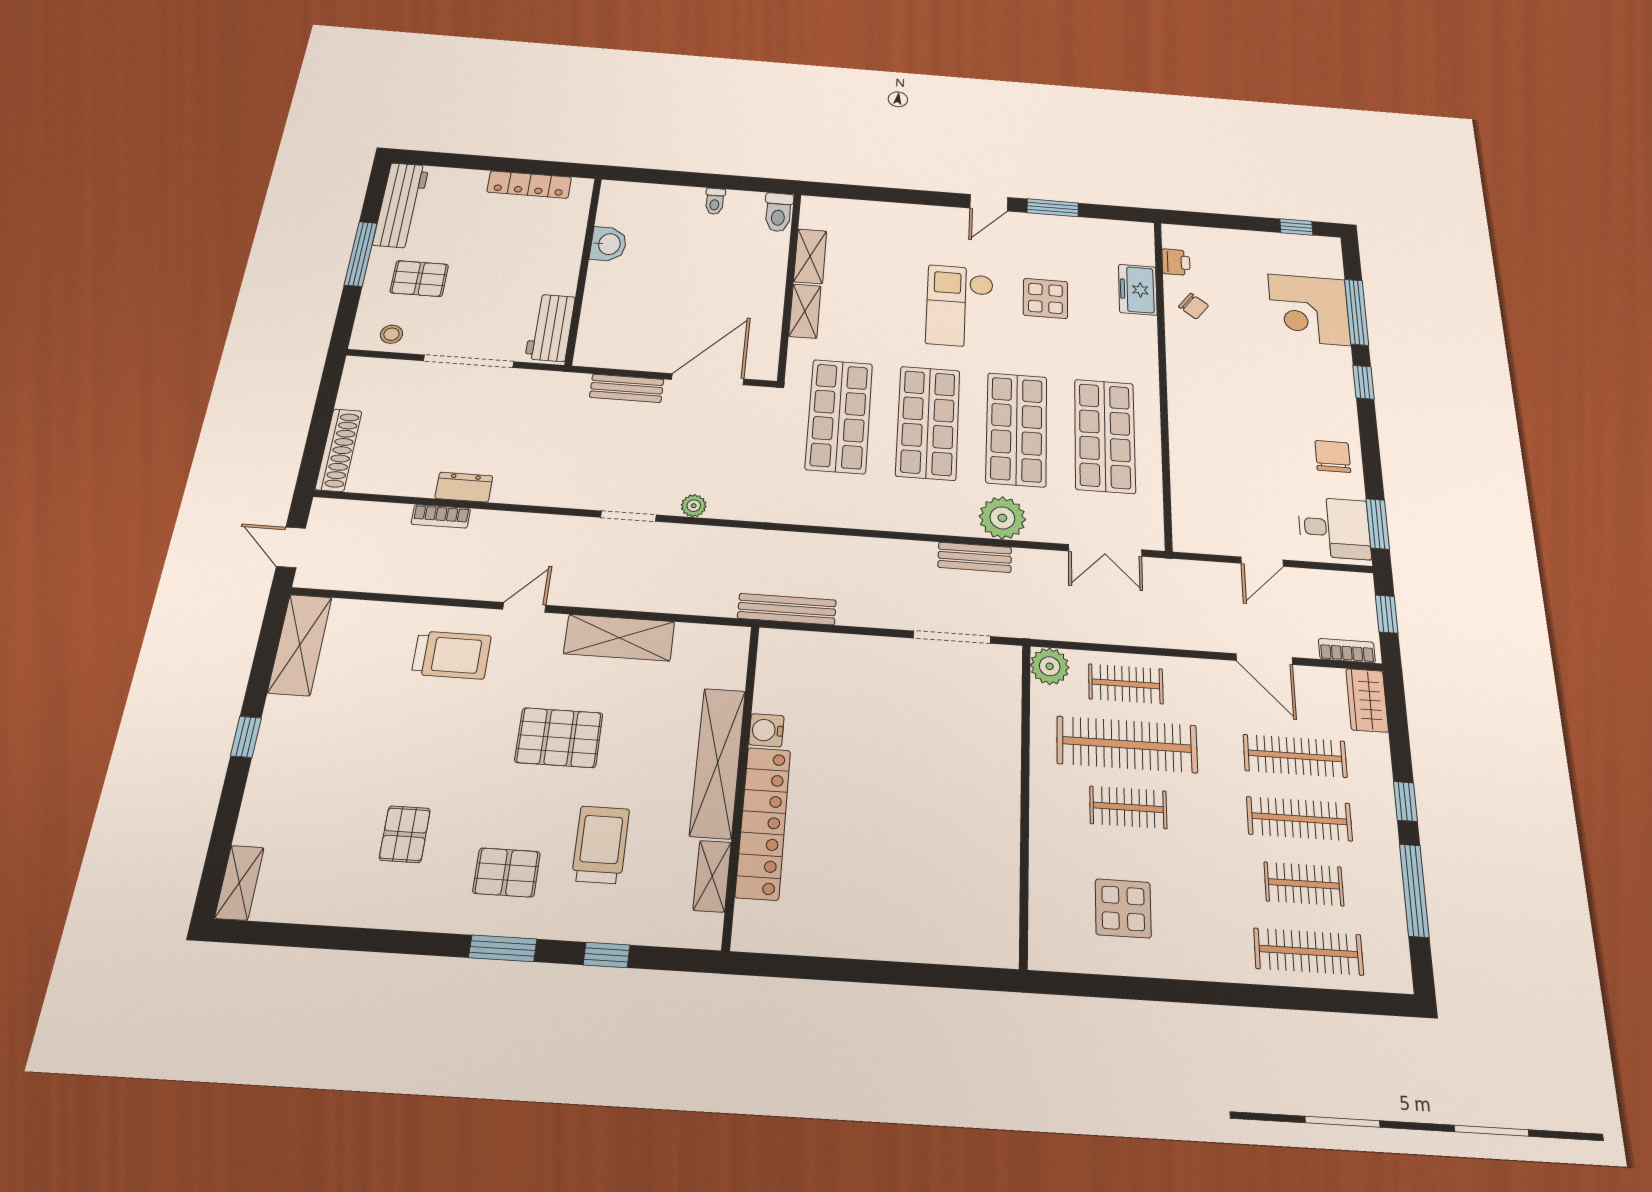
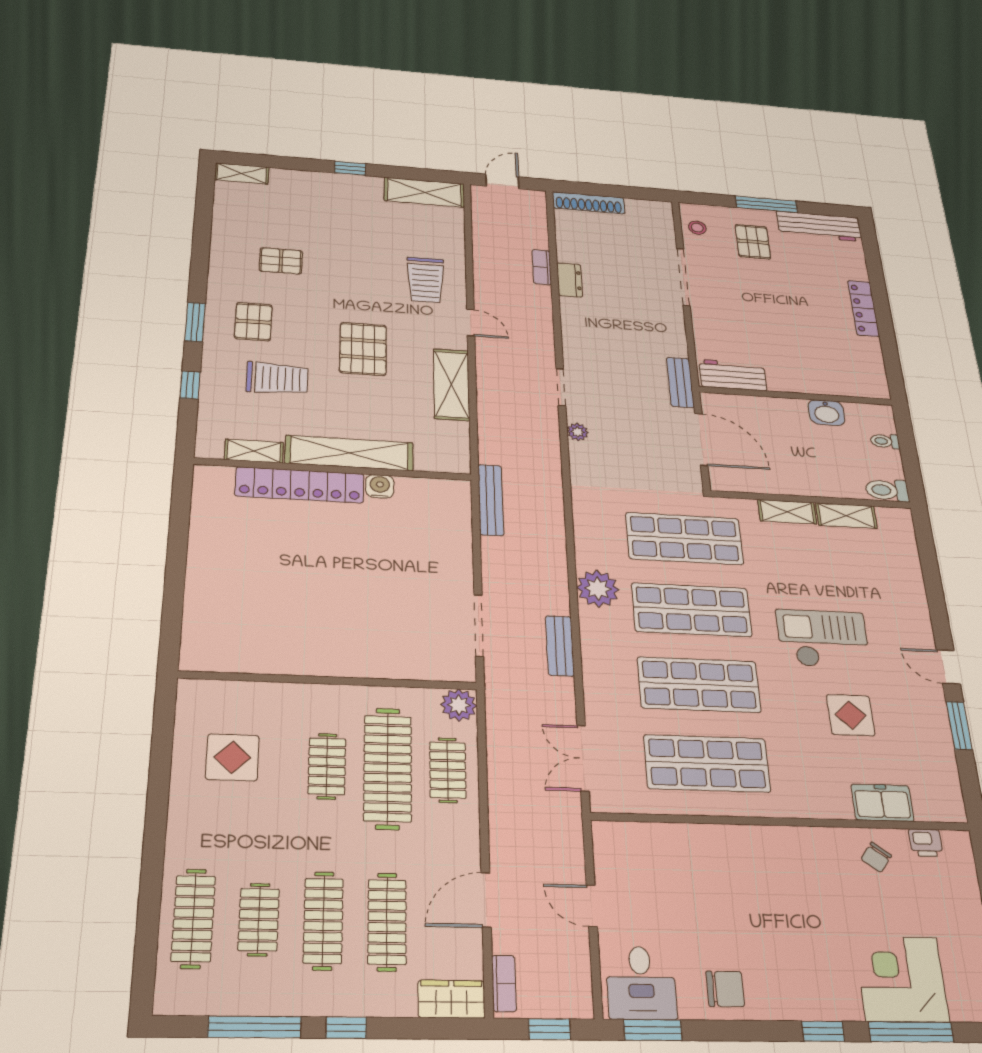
washbasin: (608, 244) -> (827, 413), moved
wall: (584, 269) -> (796, 396), moved
workbench: (550, 328) -> (733, 375), moved
plant: (1002, 518) -> (598, 589), moved

